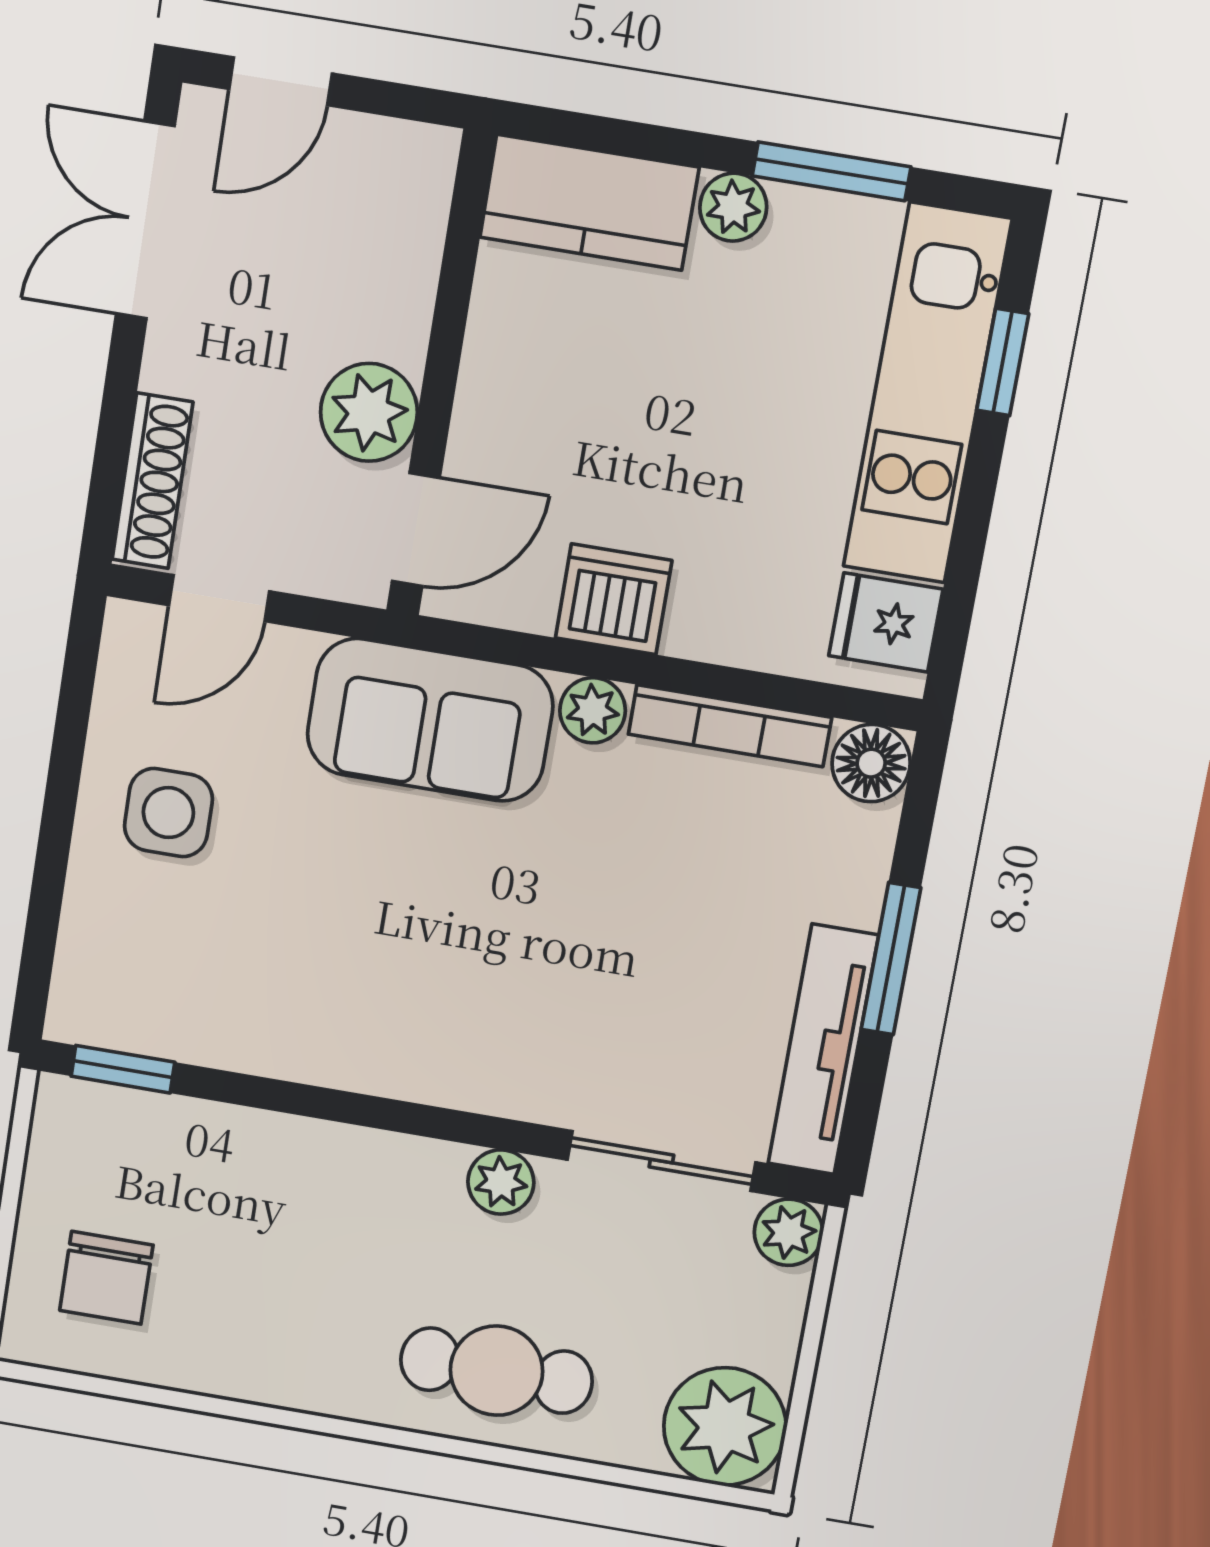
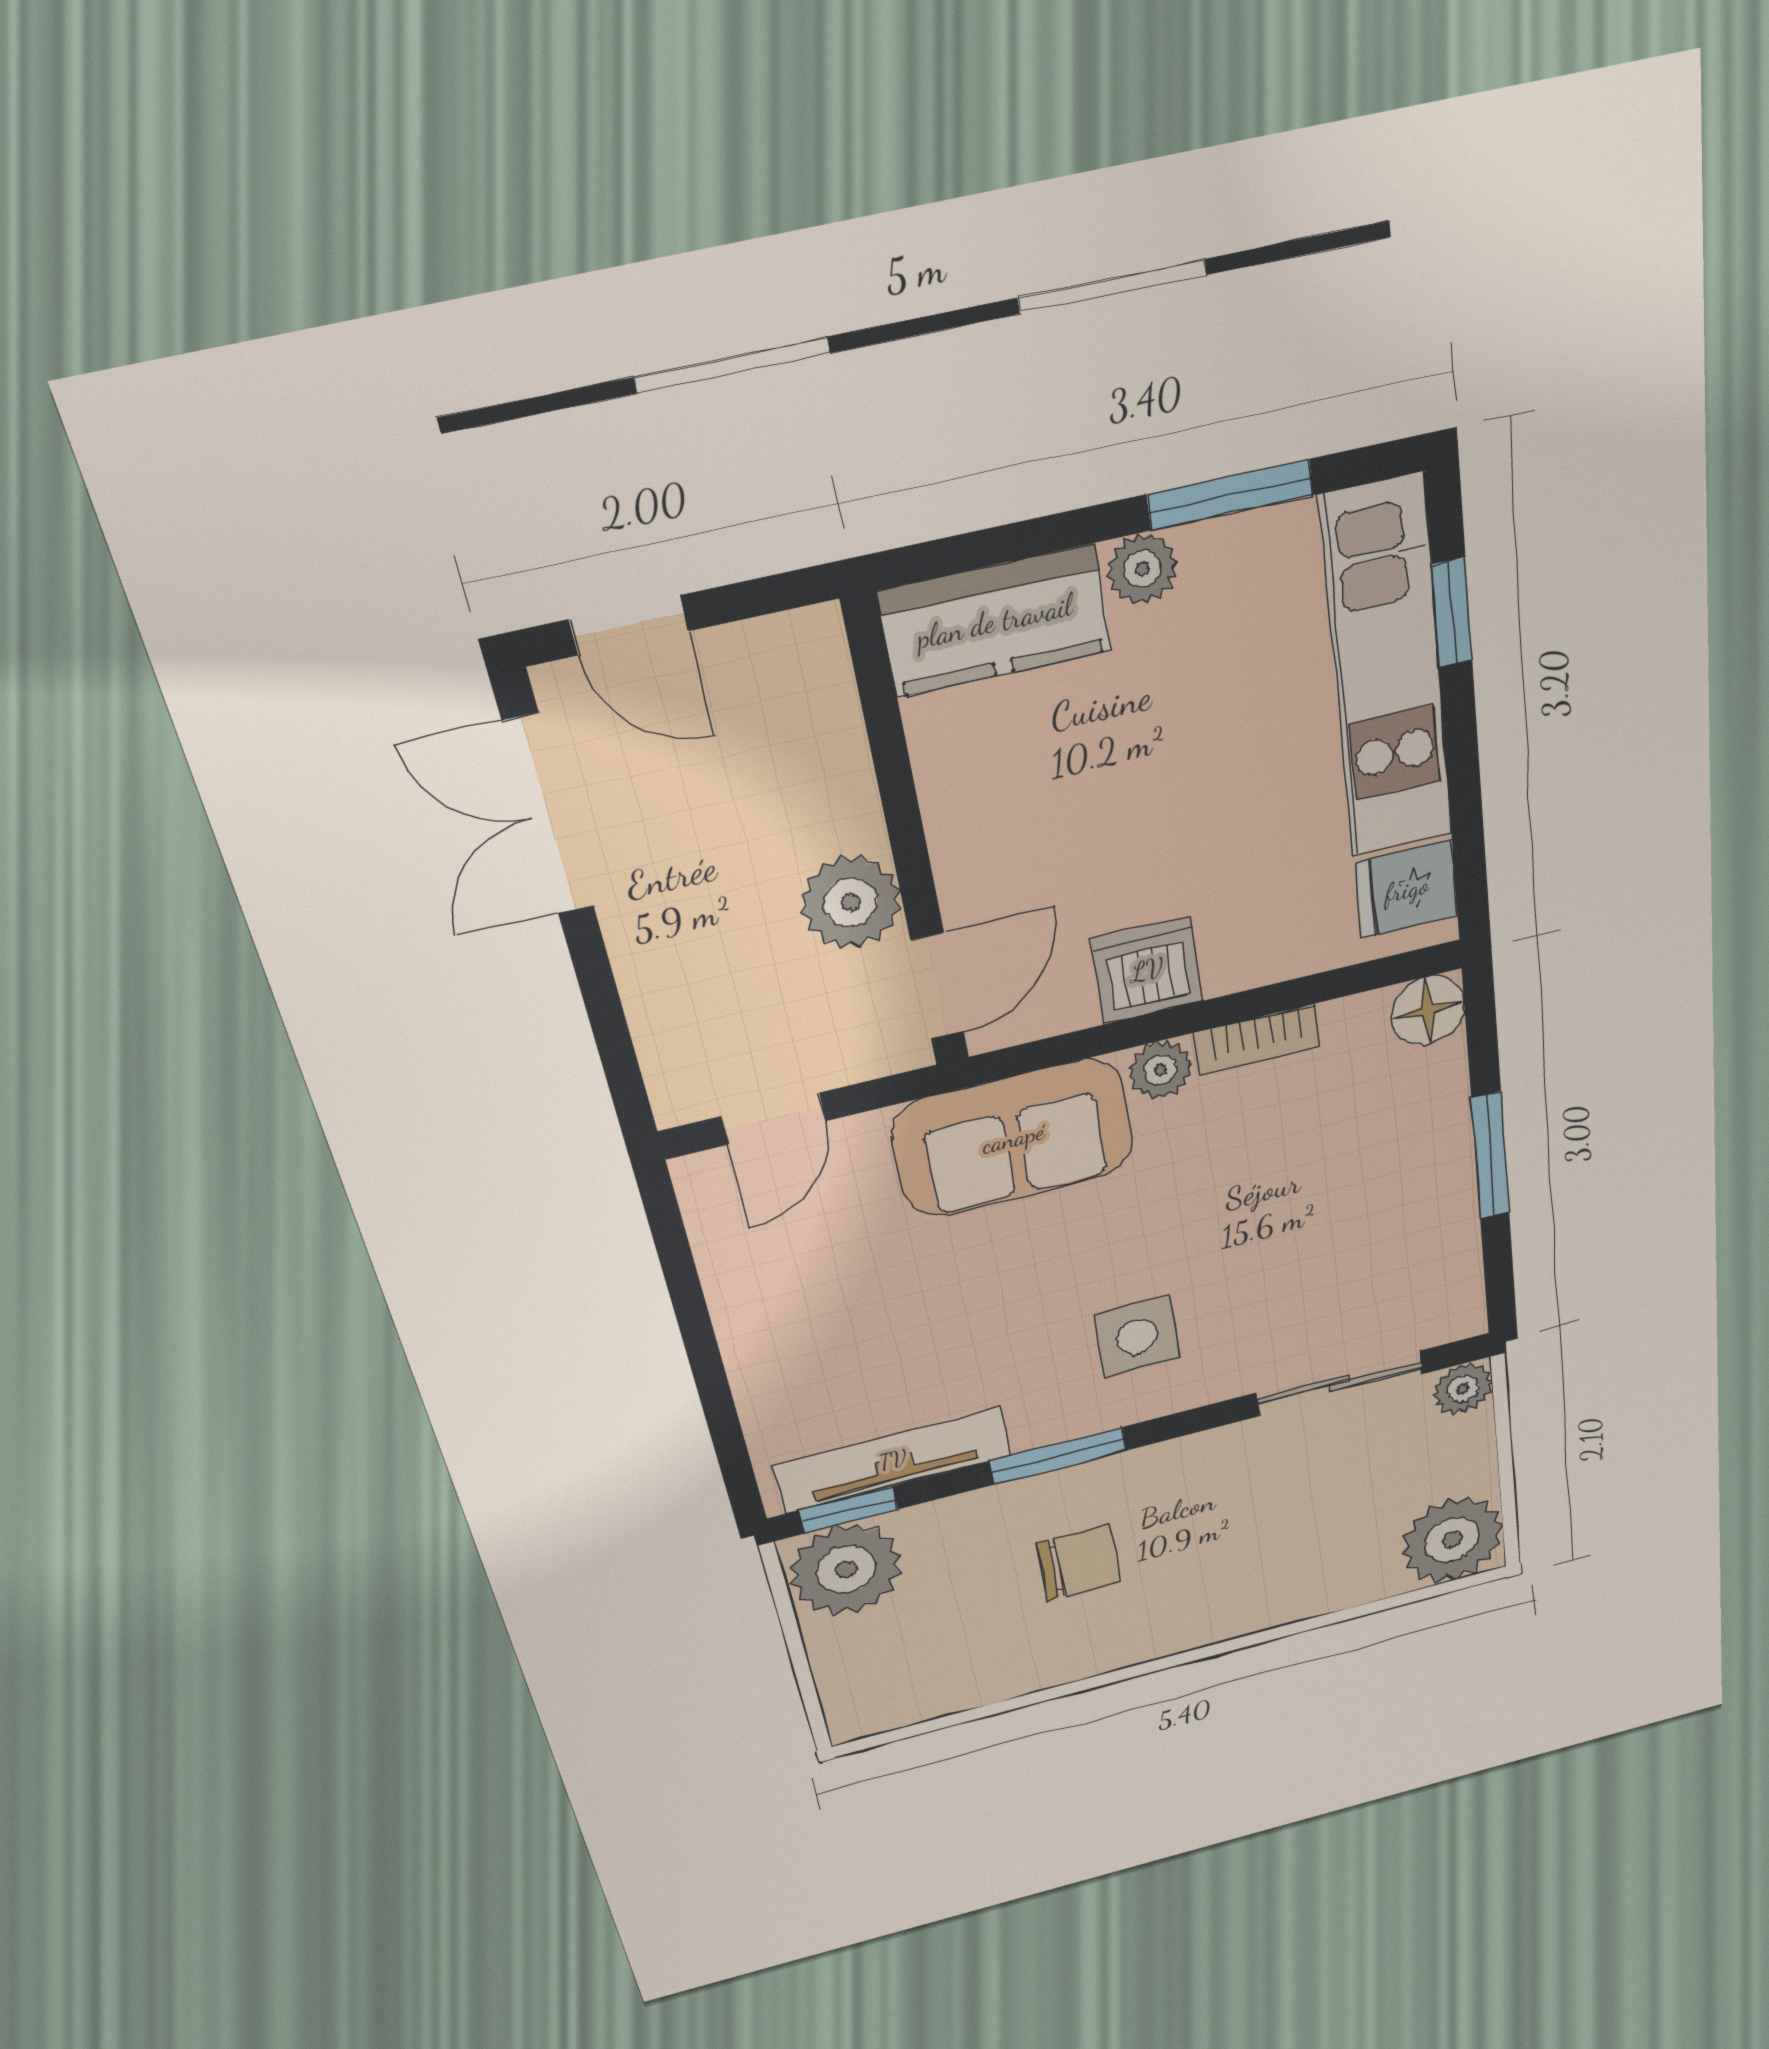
door: (281, 81) -> (629, 625), hinge flipped
shoe rack: (152, 481) -> (664, 1046), removed
bookcase: (730, 726) -> (1257, 1040), width x0.64
side table: (168, 813) -> (1137, 1337), moved
tv unit: (823, 1050) -> (893, 1460), moved, turned 90
window: (349, 1108) -> (1058, 1456), added
plant: (501, 1182) -> (846, 1570), moved, width x1.88, depth x1.88
chair: (106, 1278) -> (1078, 1563), moved, turned -90
cafe table: (496, 1371) -> (1253, 1581), removed

